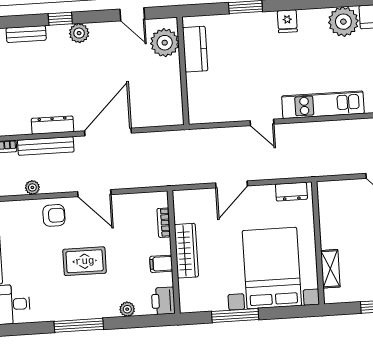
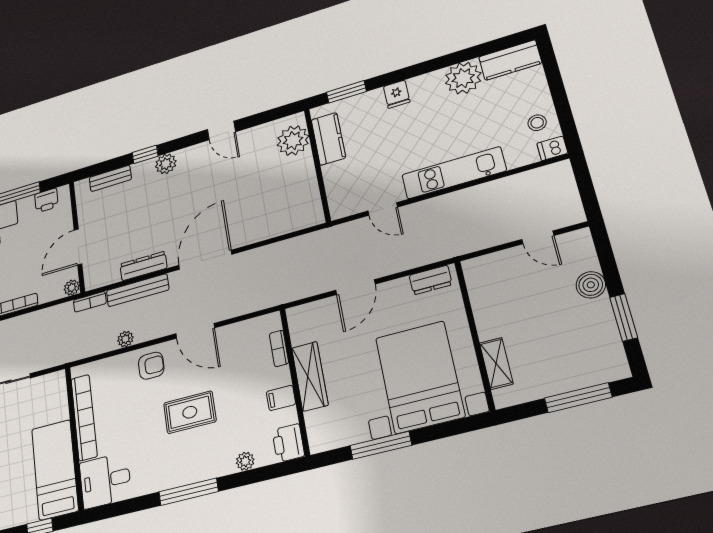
plant: (165, 43) -> (293, 141), moved
kitchen counter: (195, 49) -> (328, 139), moved
wall: (183, 71) -> (317, 165), moved

